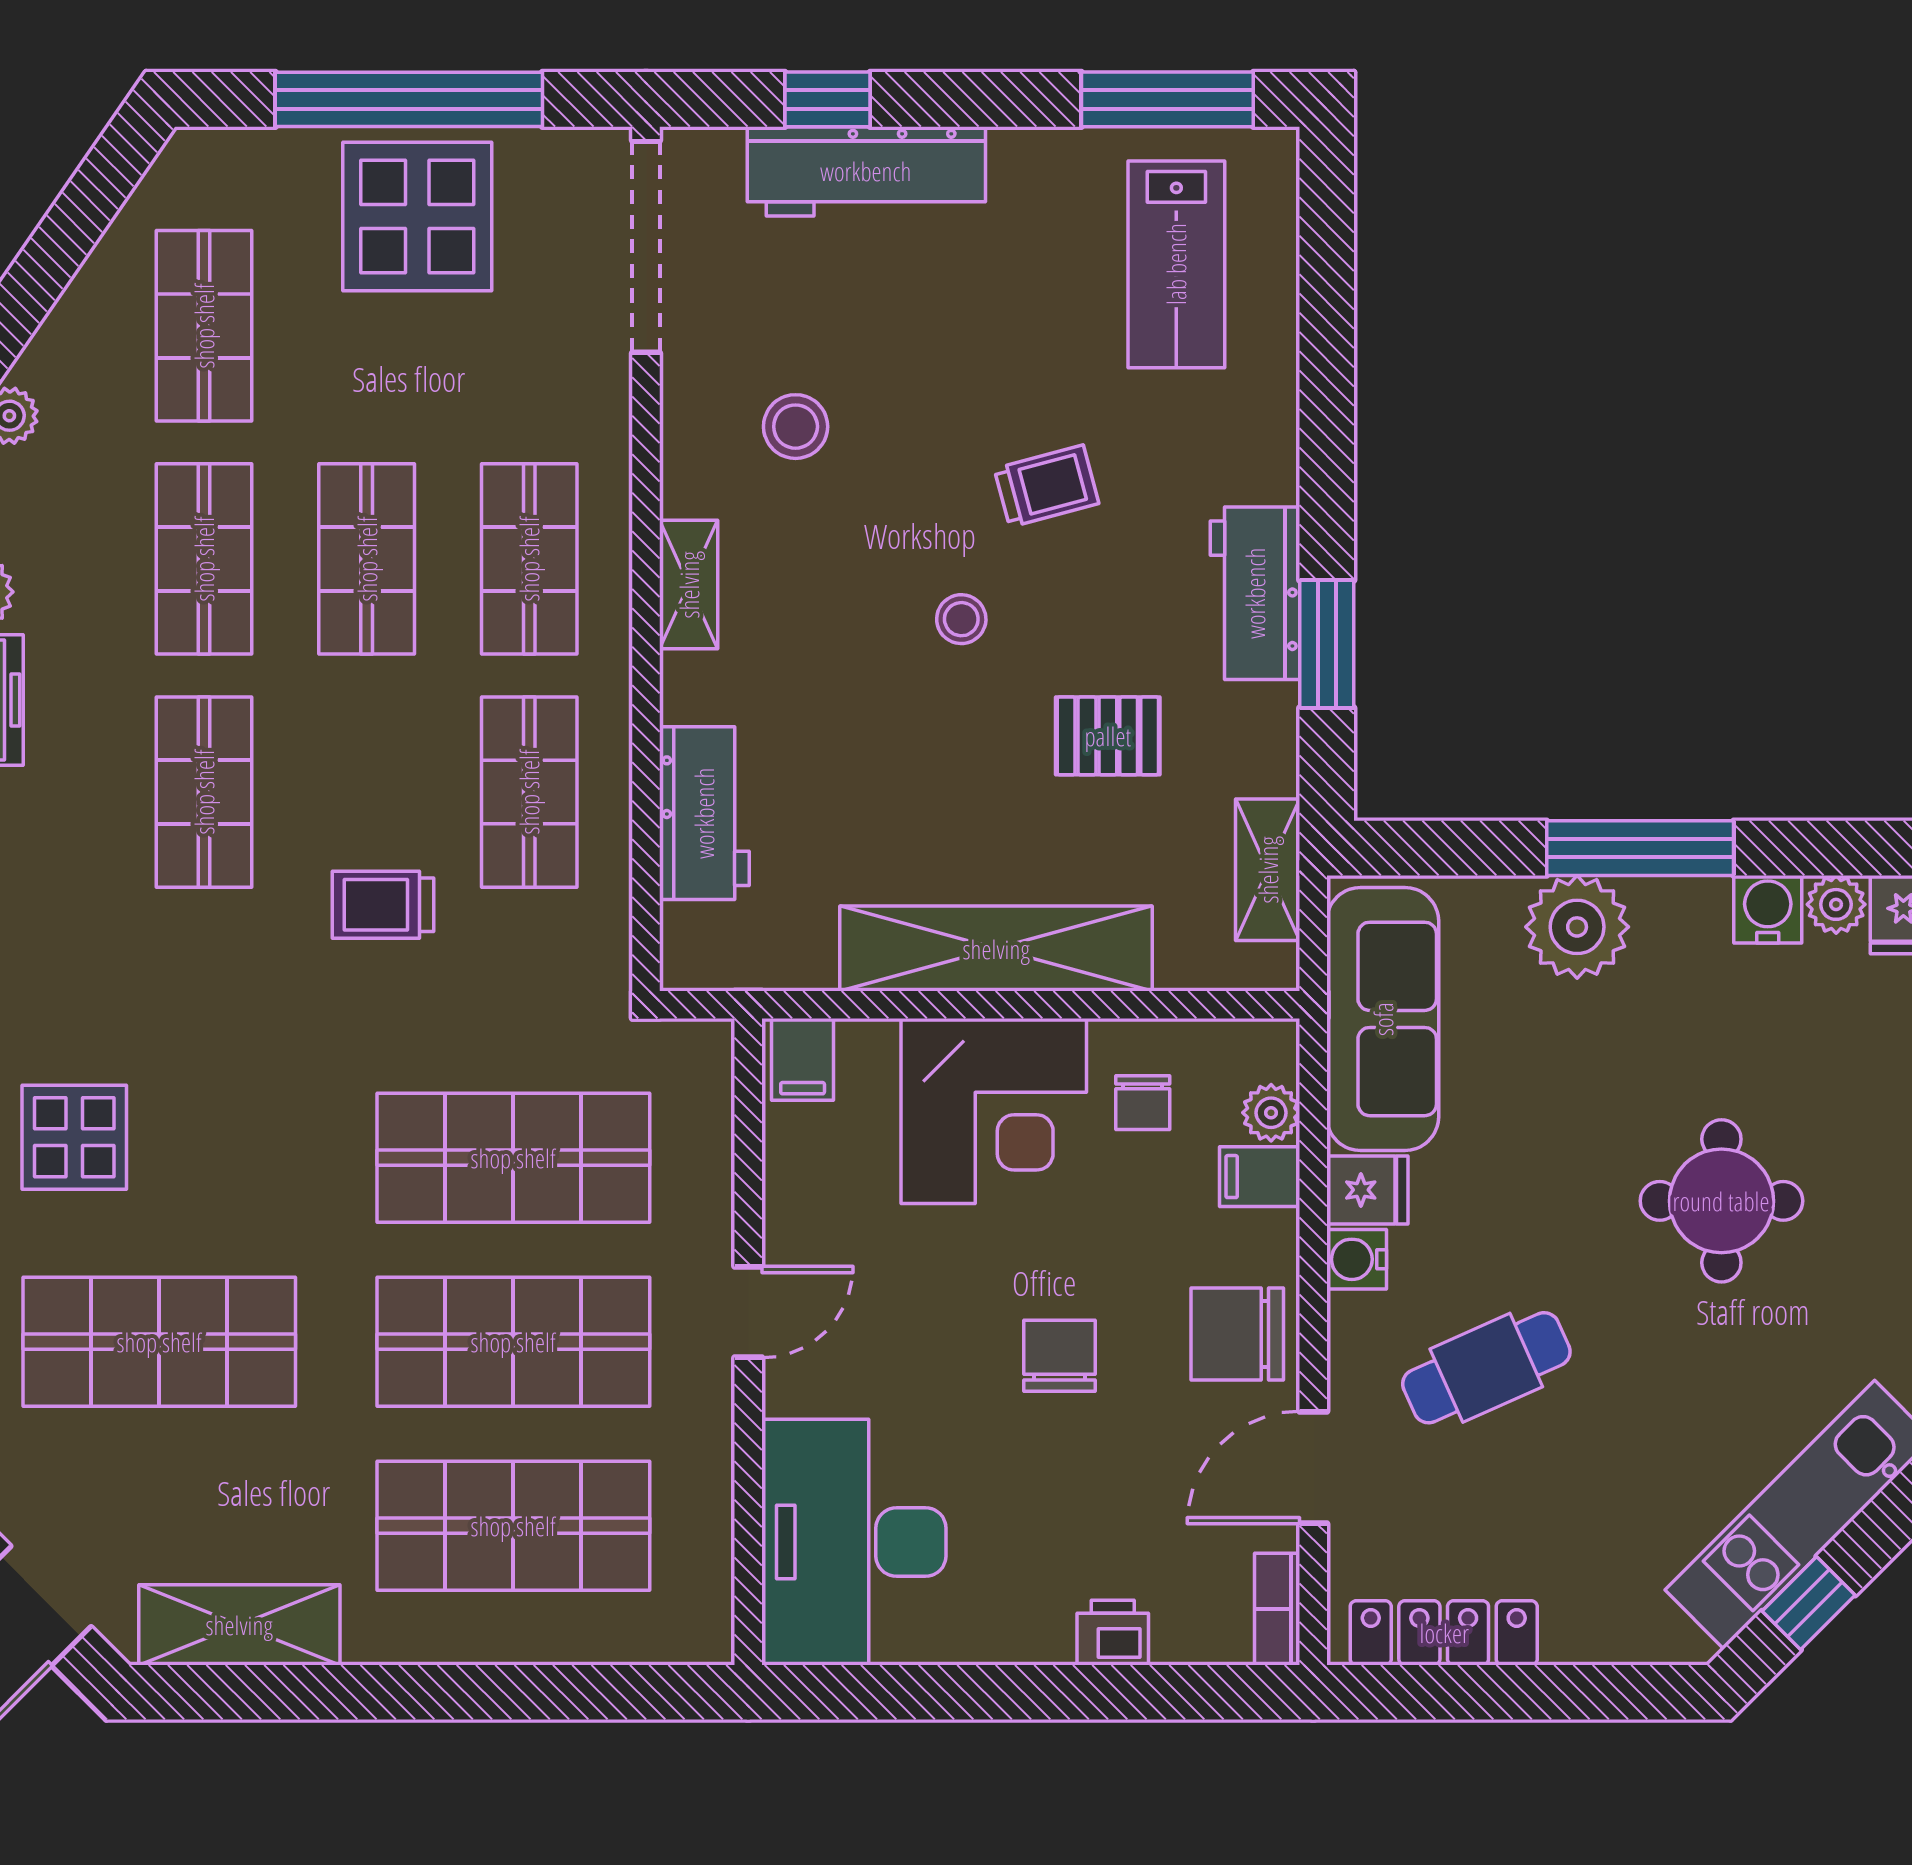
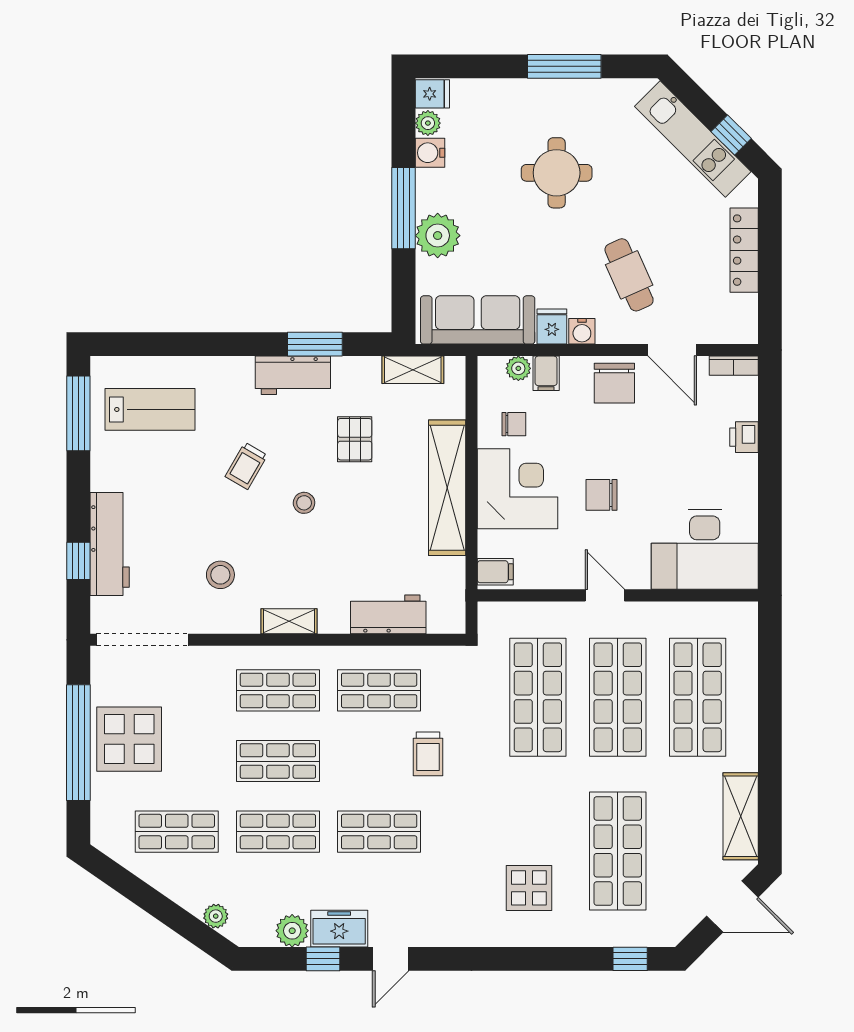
trolley: (1047, 486) -> (246, 466), turned -135
chair: (1059, 1356) -> (602, 495), moved
locker: (1444, 1633) -> (744, 250), moved

